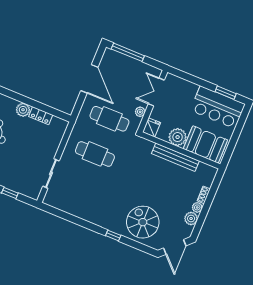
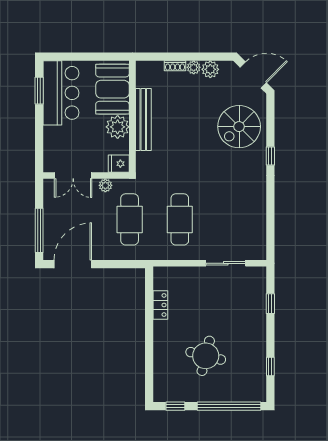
door: (89, 79) -> (73, 264), moved
plant: (23, 110) -> (162, 330), removed

